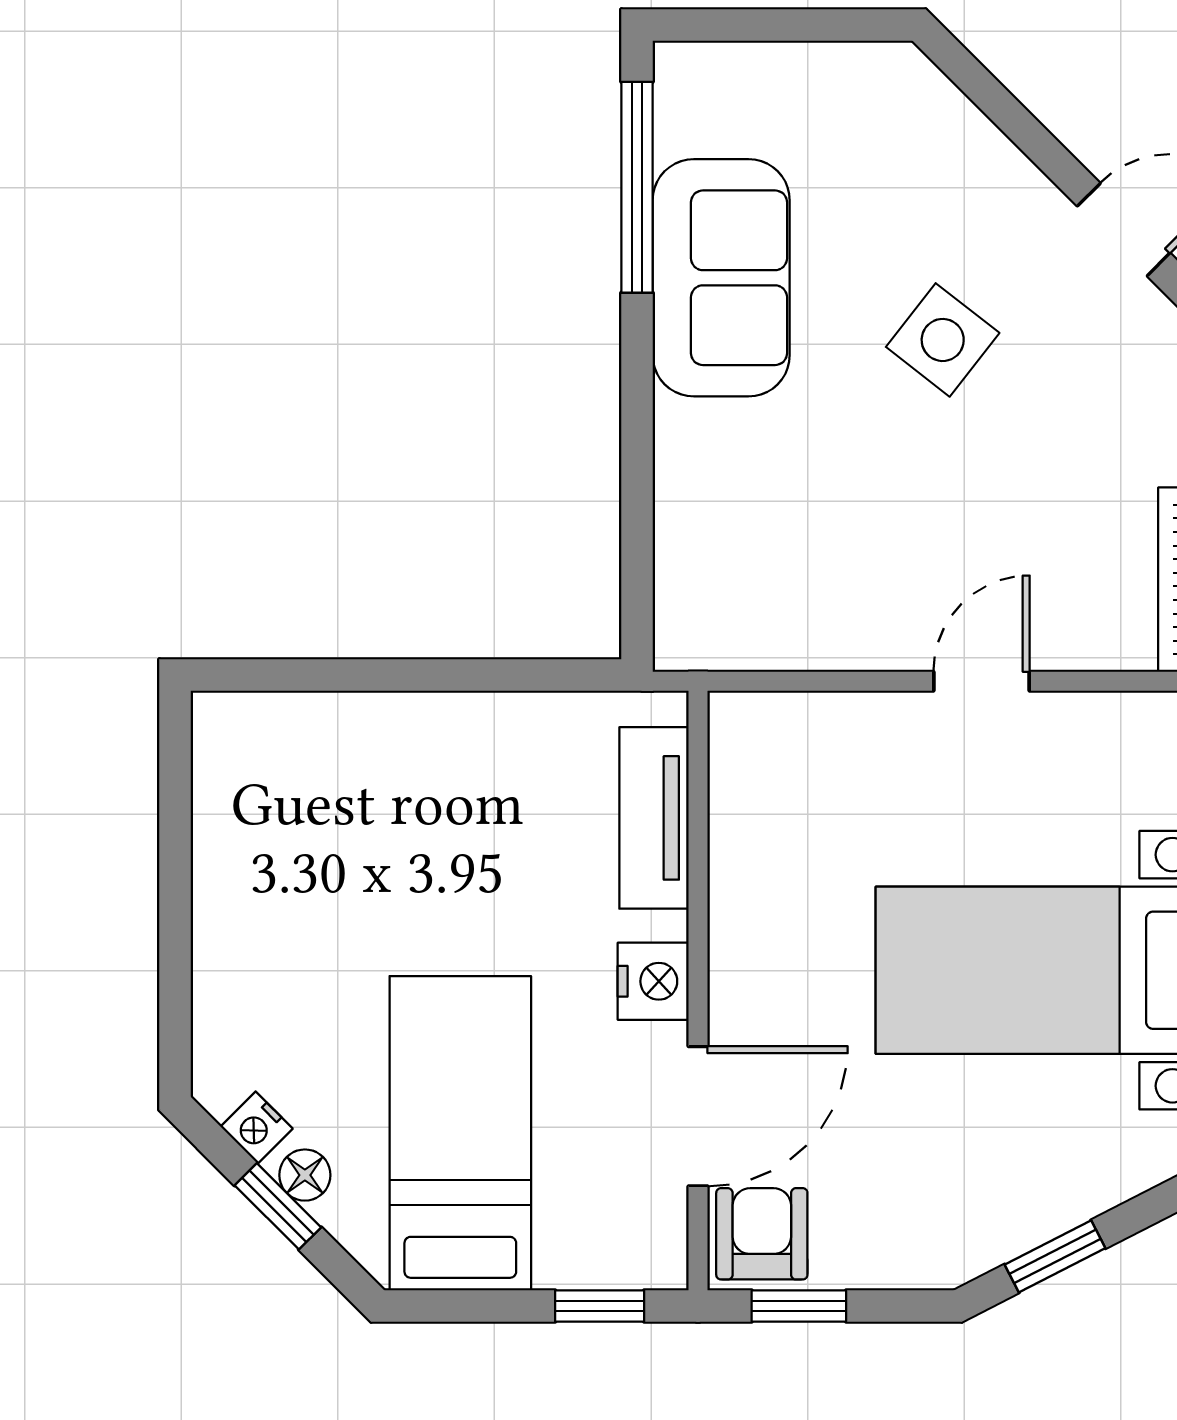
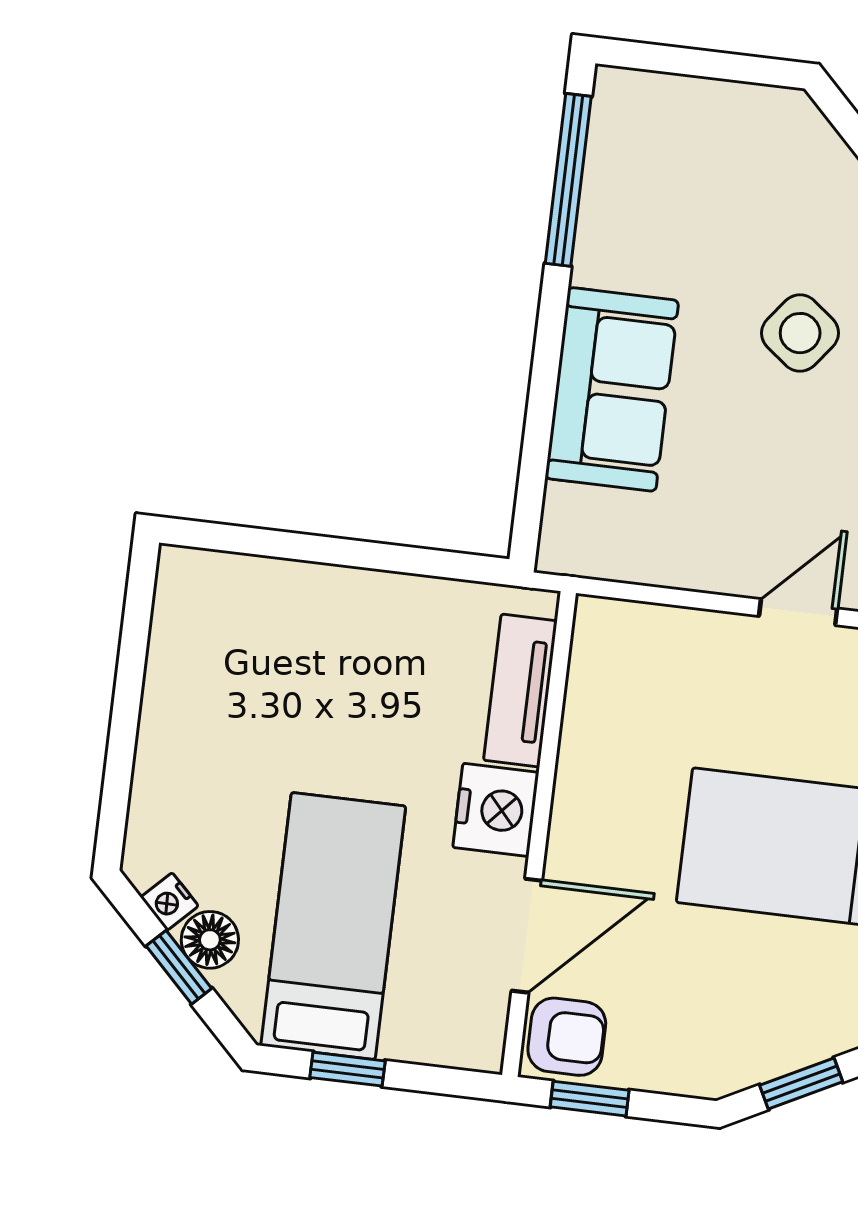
sofa: (721, 278) -> (612, 389), moved
nightstand: (653, 981) -> (496, 810), width x1.36, depth x1.33
floor lamp: (305, 1175) -> (210, 940), width x1.37, depth x1.37
armchair: (762, 1234) -> (567, 1037), turned 90
window: (600, 1306) -> (348, 1069), moved

